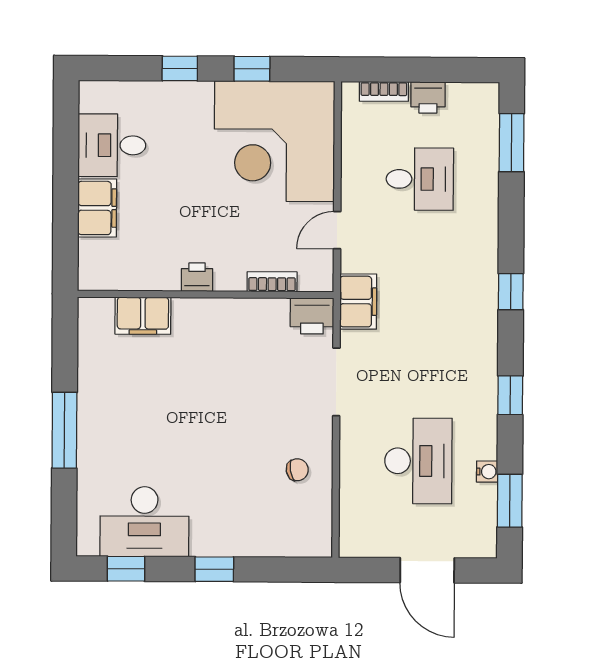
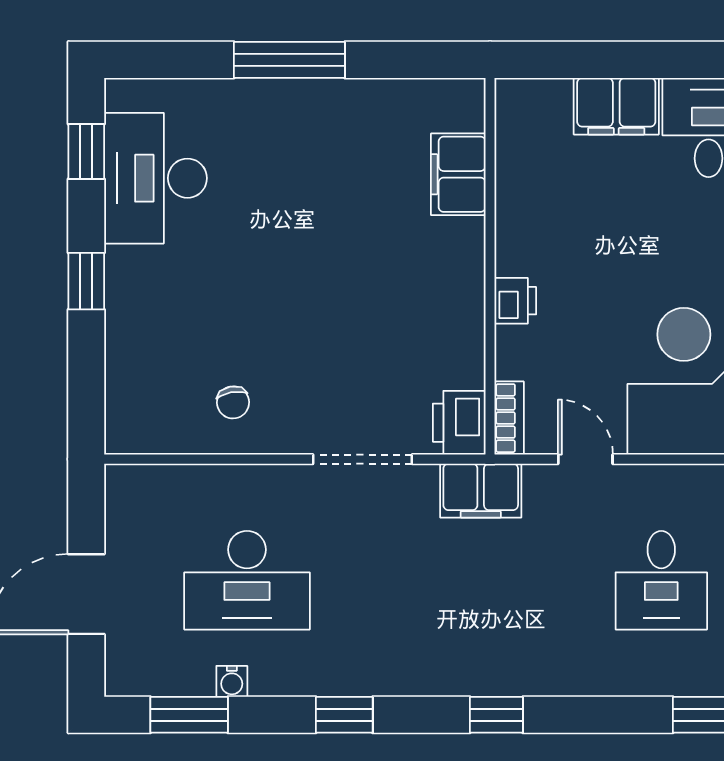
printer: (197, 277) -> (515, 301), moved
bookcase: (272, 282) -> (509, 418), moved

